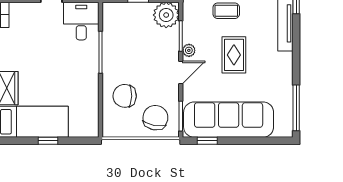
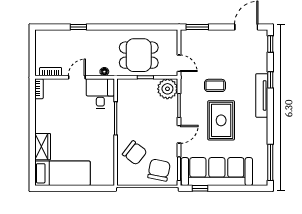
plant: (189, 50) -> (185, 117), removed
rug: (234, 55) -> (221, 120), width x1.36, depth x1.43
chair: (125, 96) -> (135, 153), turned -144
window: (48, 141) -> (74, 188), removed

